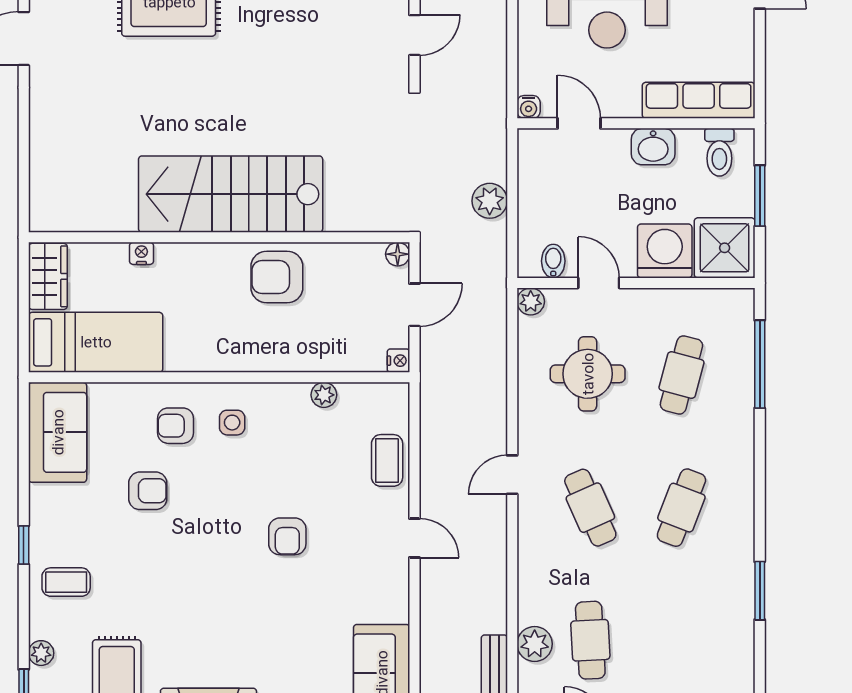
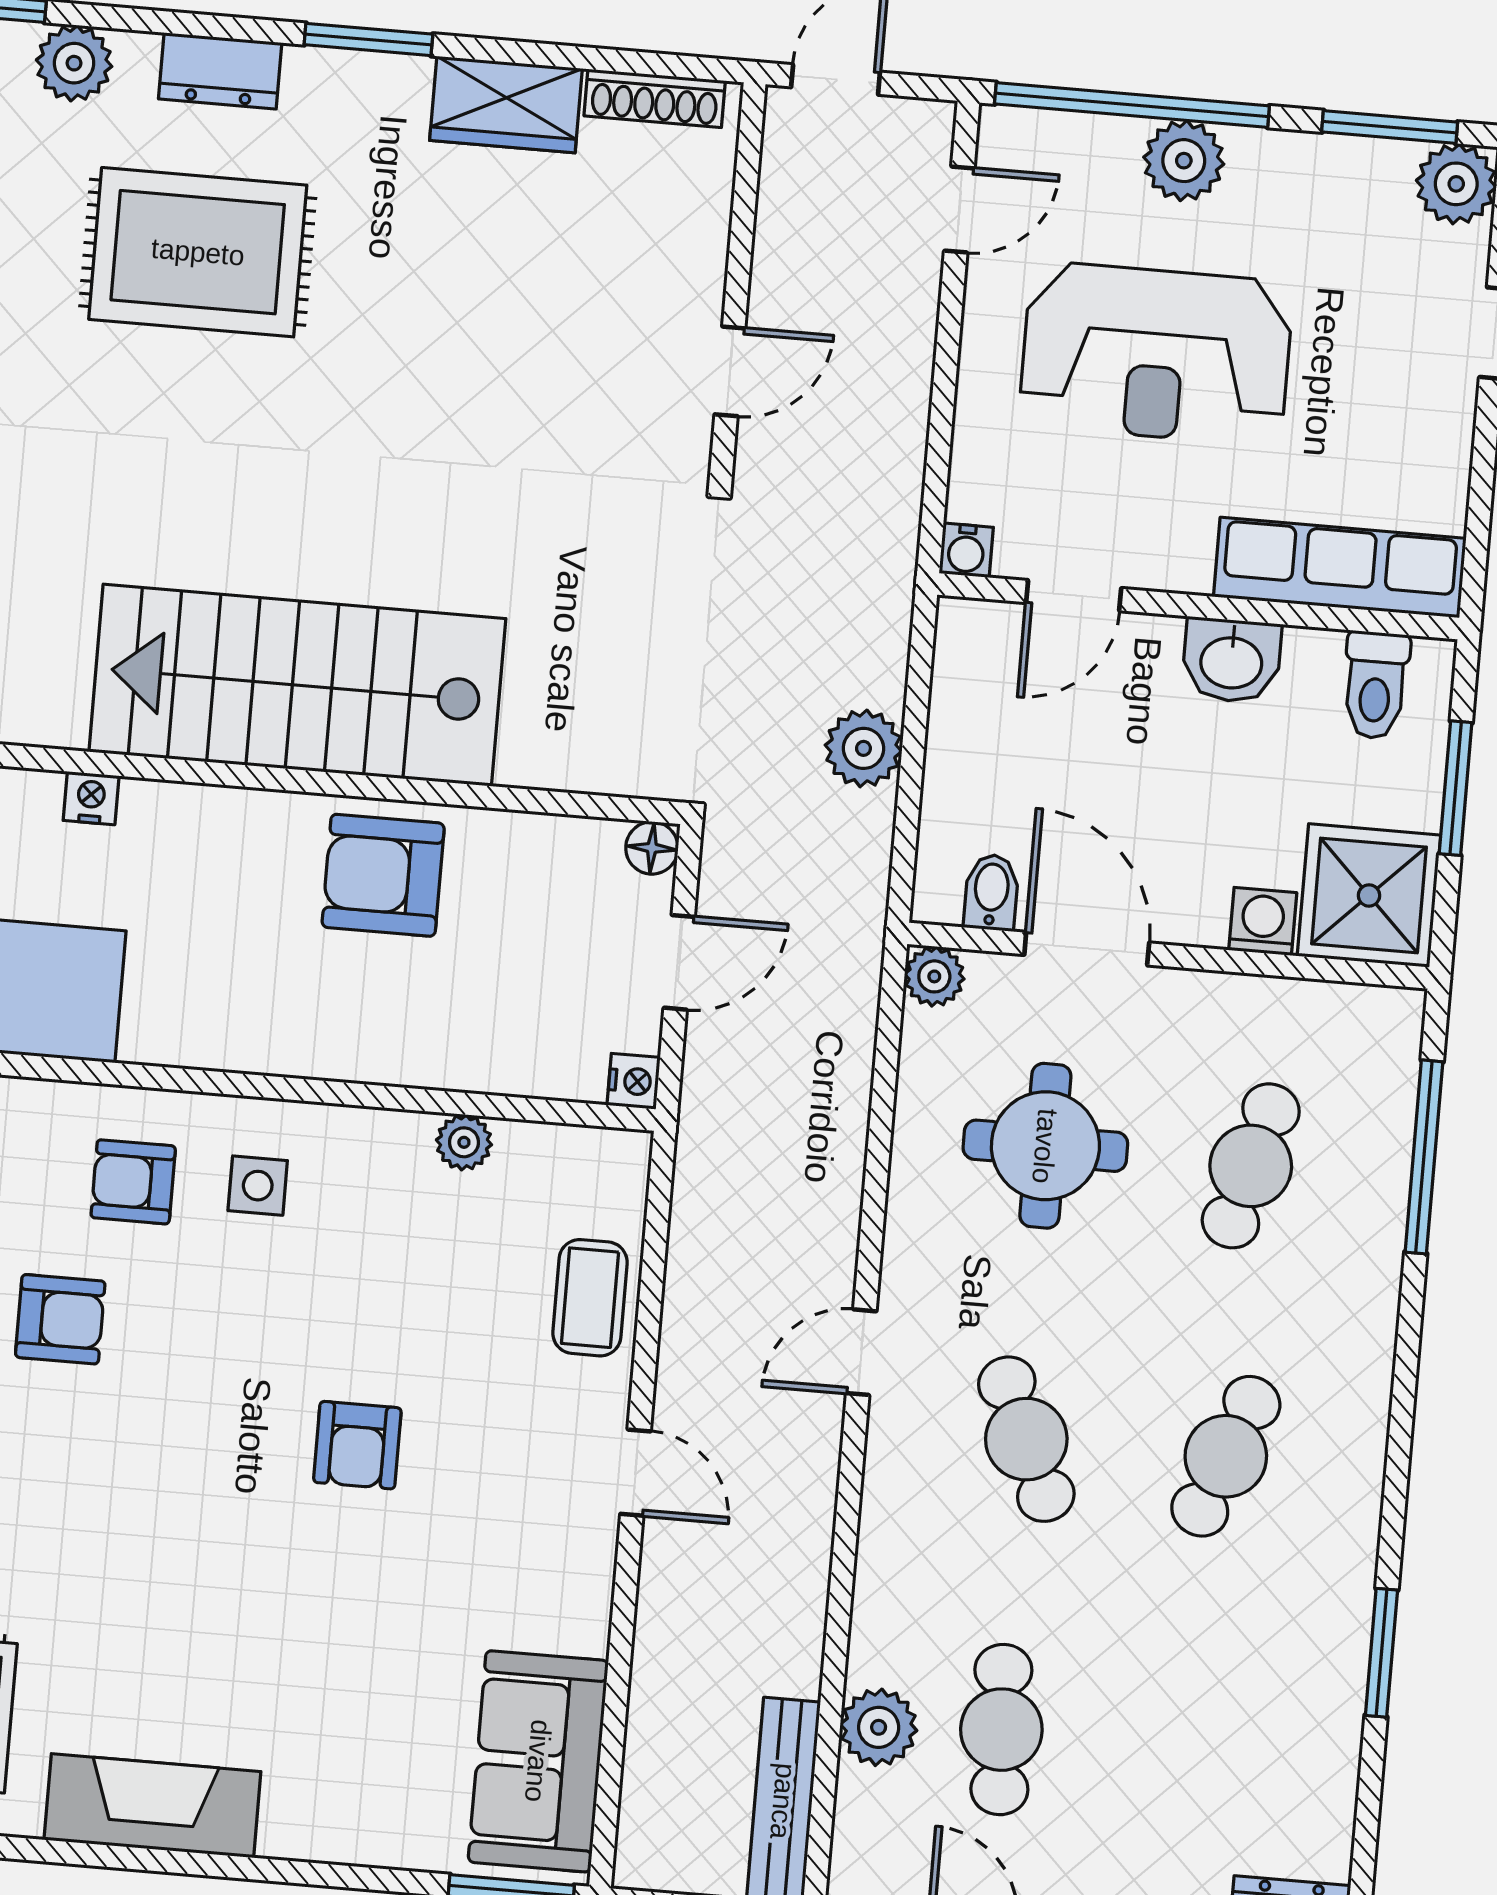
door: (579, 123) -> (1074, 596), swing flipped
washing machine: (665, 251) -> (1263, 921), width x0.53, depth x0.53
door: (599, 283) -> (1087, 949), width x1.38

